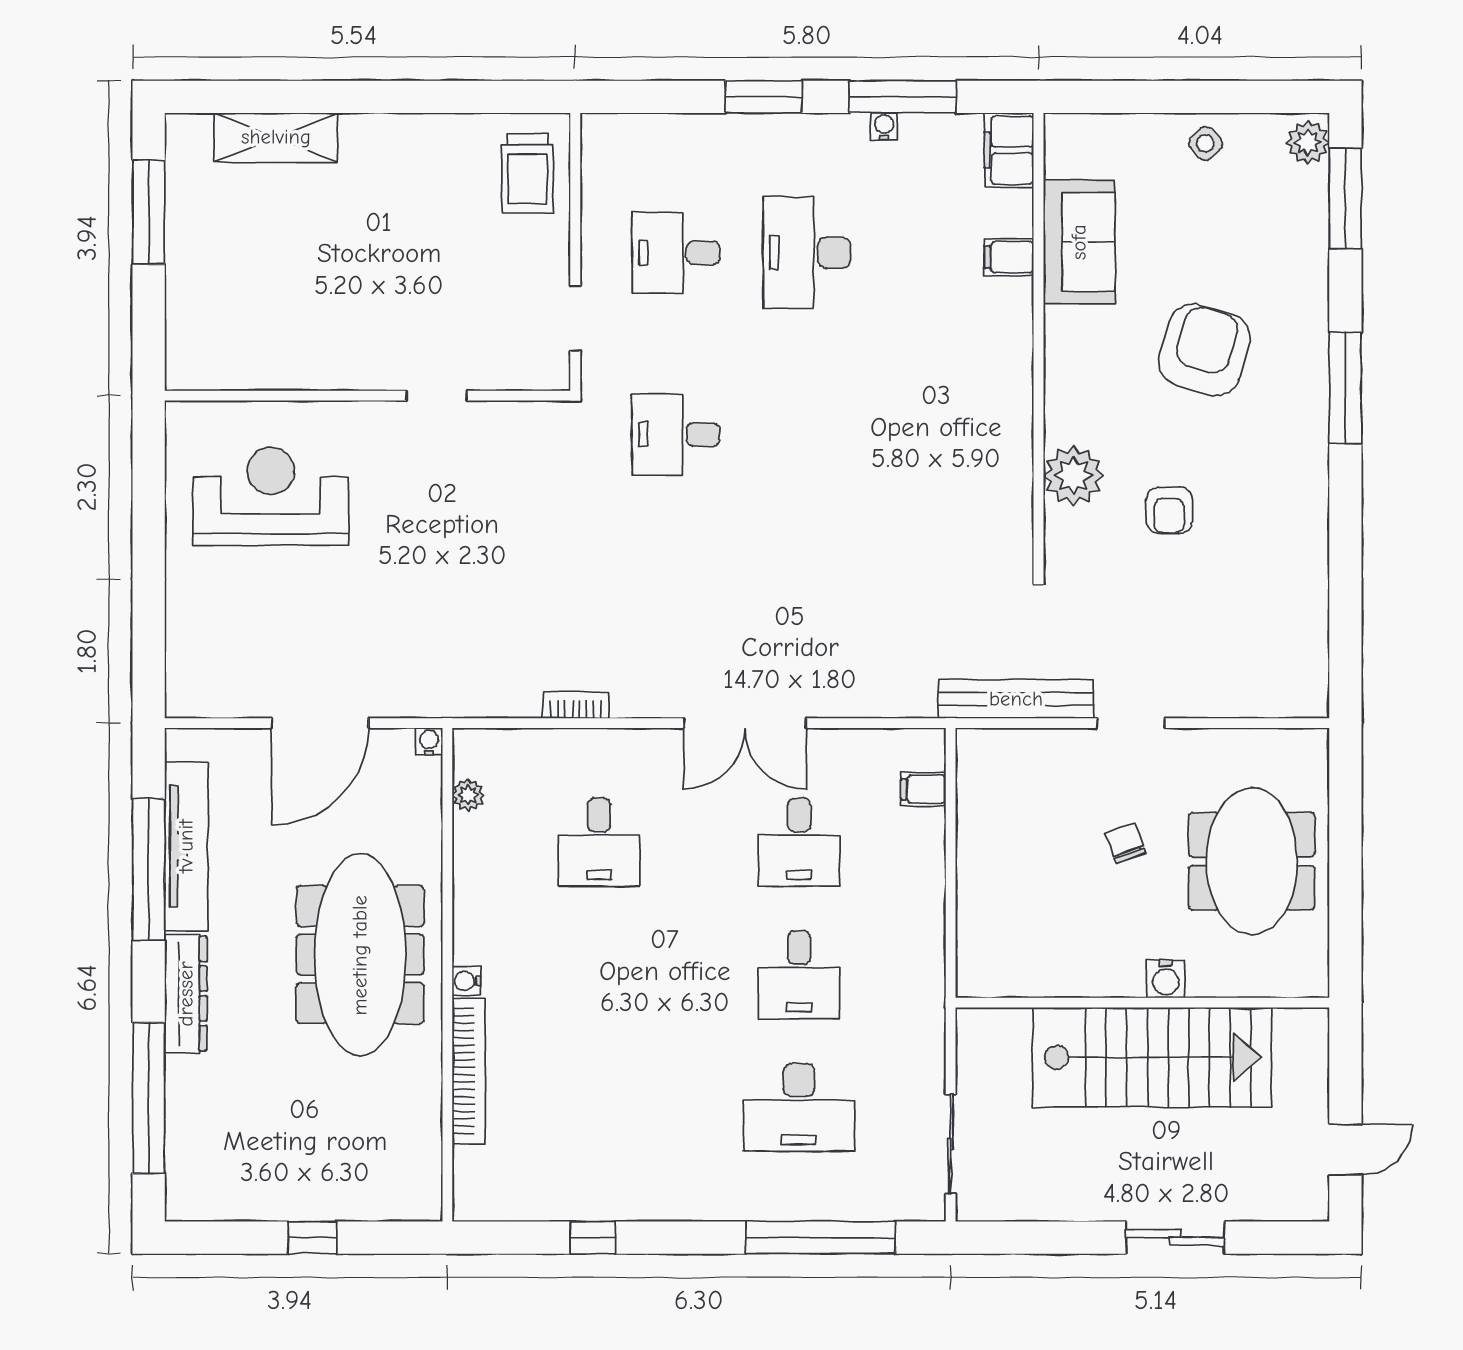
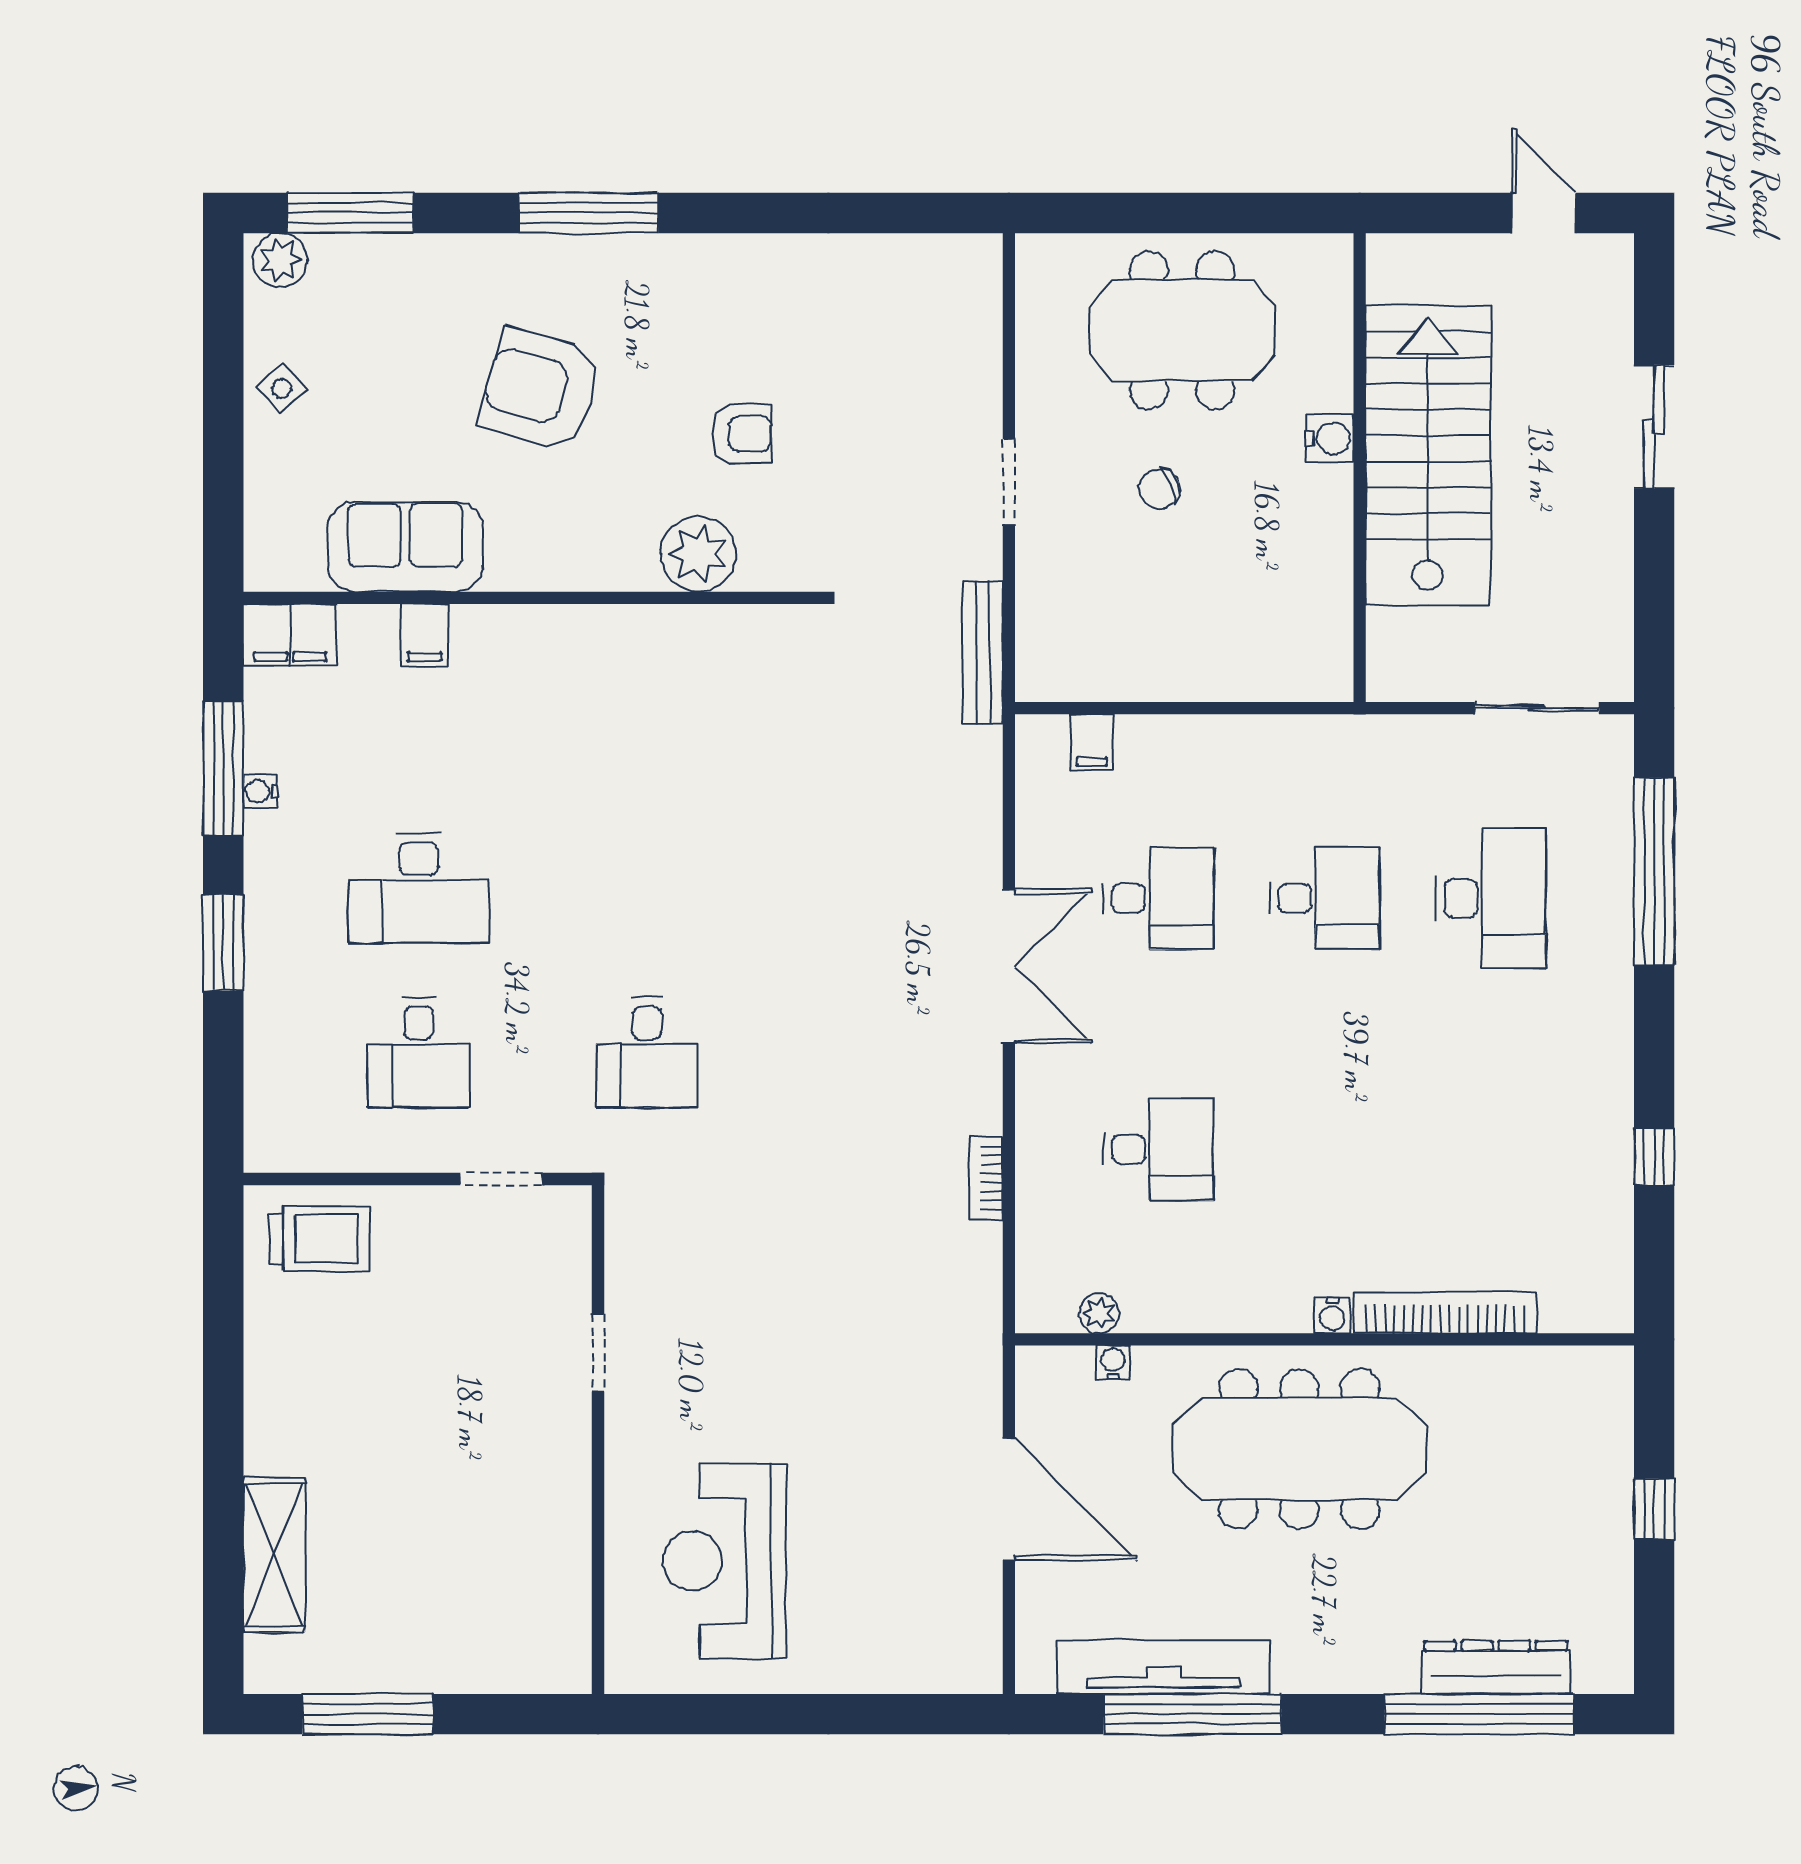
bench: (1016, 699) -> (983, 652), width x0.73, depth x0.82
water cooler: (429, 741) -> (1113, 1362), moved, turned 90
dresser: (186, 994) -> (1496, 1668), moved

